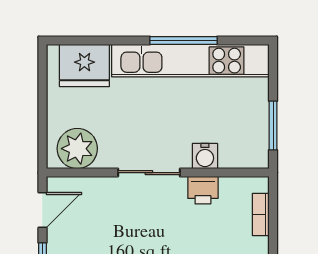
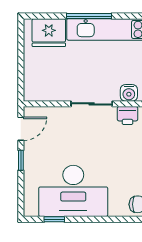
window: (183, 40) -> (89, 16), moved
plant: (77, 149) -> (44, 88), removed

